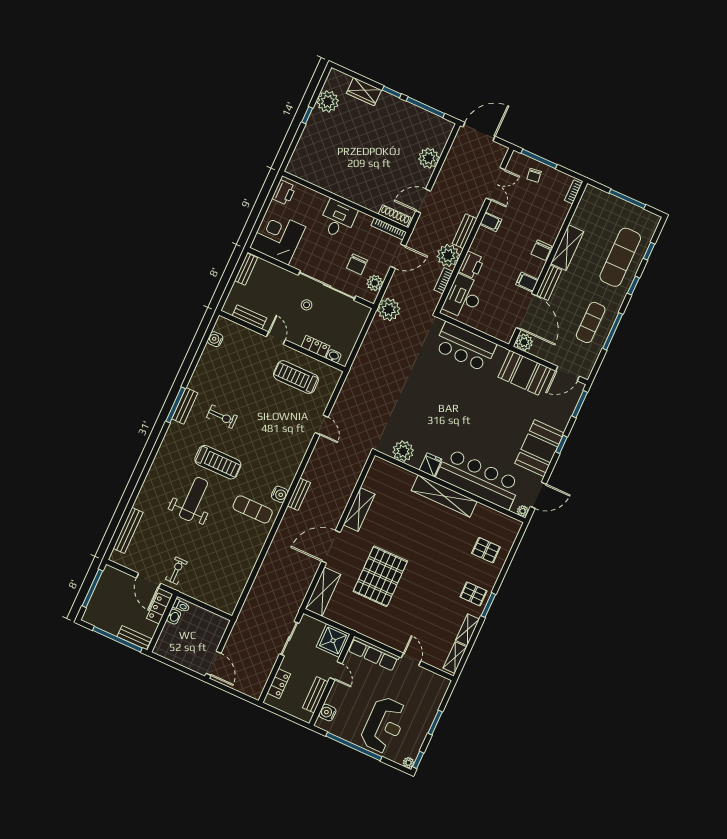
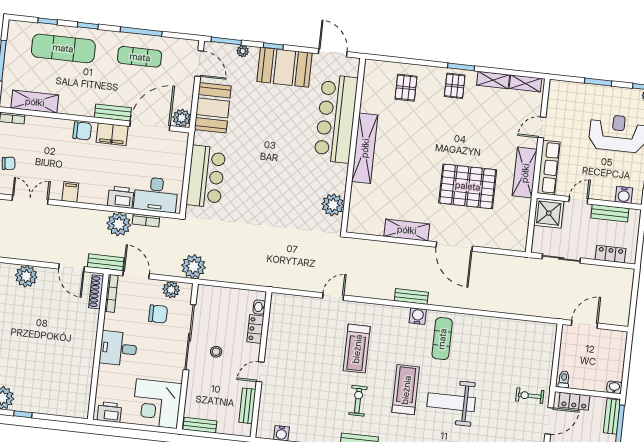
bench: (465, 231) -> (106, 262), moved
shelving: (567, 248) -> (35, 102), moved
filing cabinet: (527, 282) -> (112, 134), width x2.00
treadmill: (296, 377) -> (357, 349), moved
fridge: (431, 465) -> (337, 172), removed
plant: (523, 511) -> (243, 51), moved
shelving: (323, 592) -> (525, 173), moved, turned 90
washbasin: (174, 617) -> (614, 387), moved
door: (213, 663) -> (584, 324), moved

